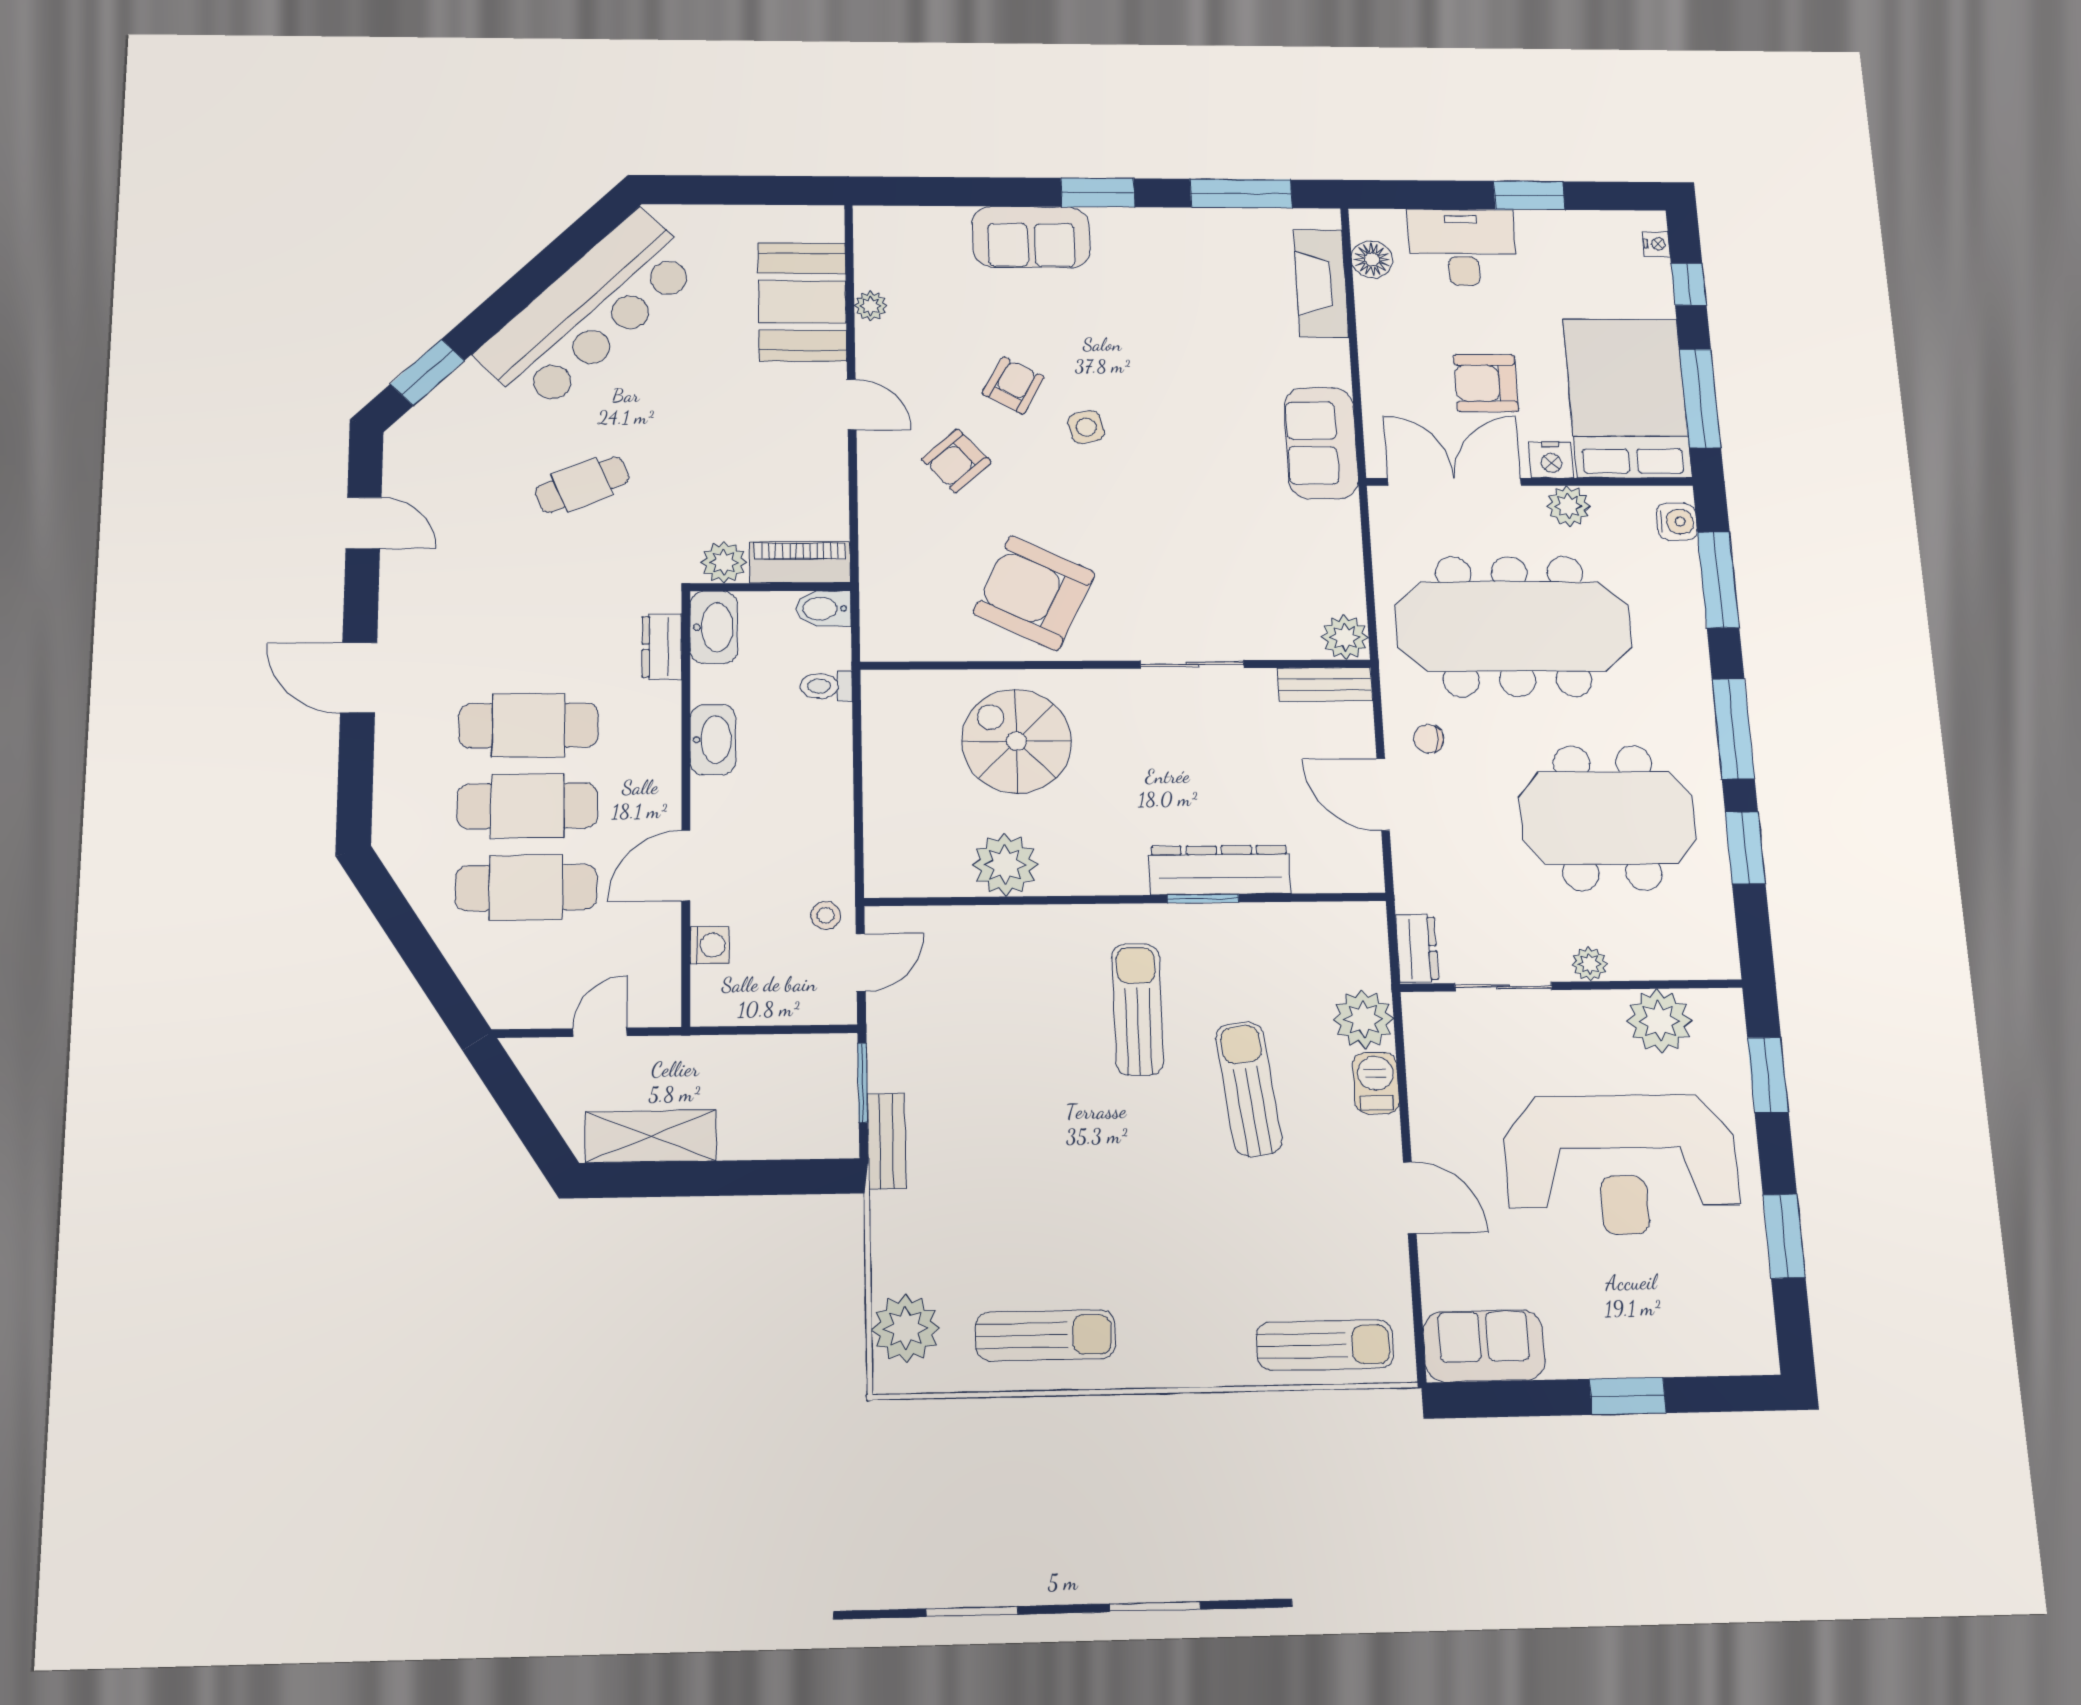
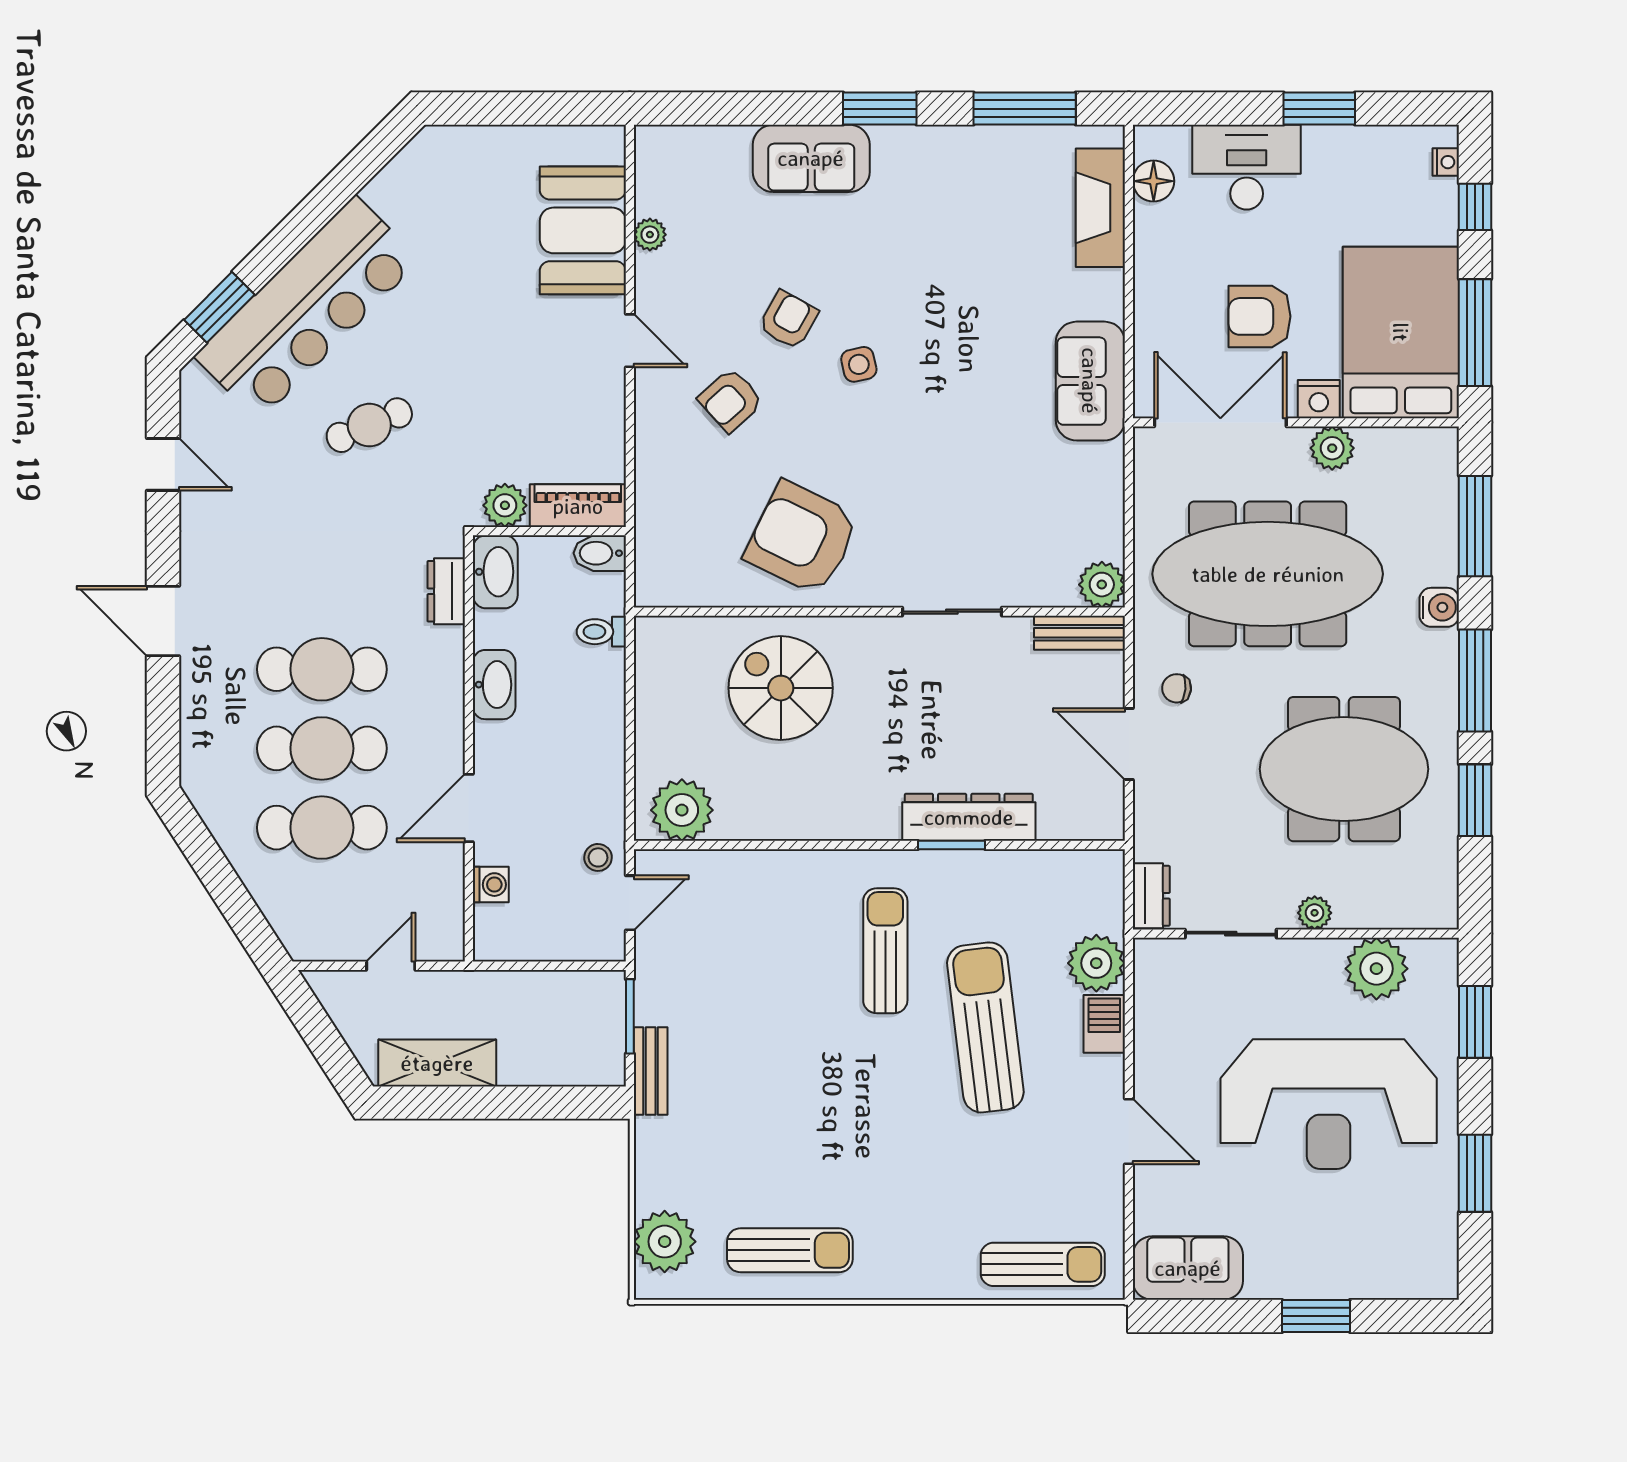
bar counter: (590, 310) -> (307, 308), moved
water cooler: (1677, 522) -> (1439, 607), moved
plant: (1005, 865) -> (682, 810), moved
sun lounger: (1249, 1089) -> (985, 1027), width x1.36, depth x1.34

